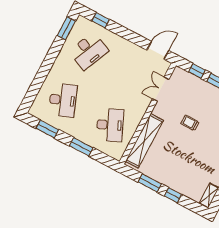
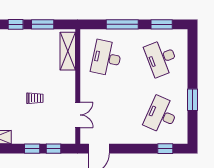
window: (66, 28) -> (192, 100), moved
desk: (110, 125) -> (107, 58), turned 36
shelving: (144, 141) -> (68, 51), width x0.68
window: (81, 147) -> (122, 24), width x1.44

